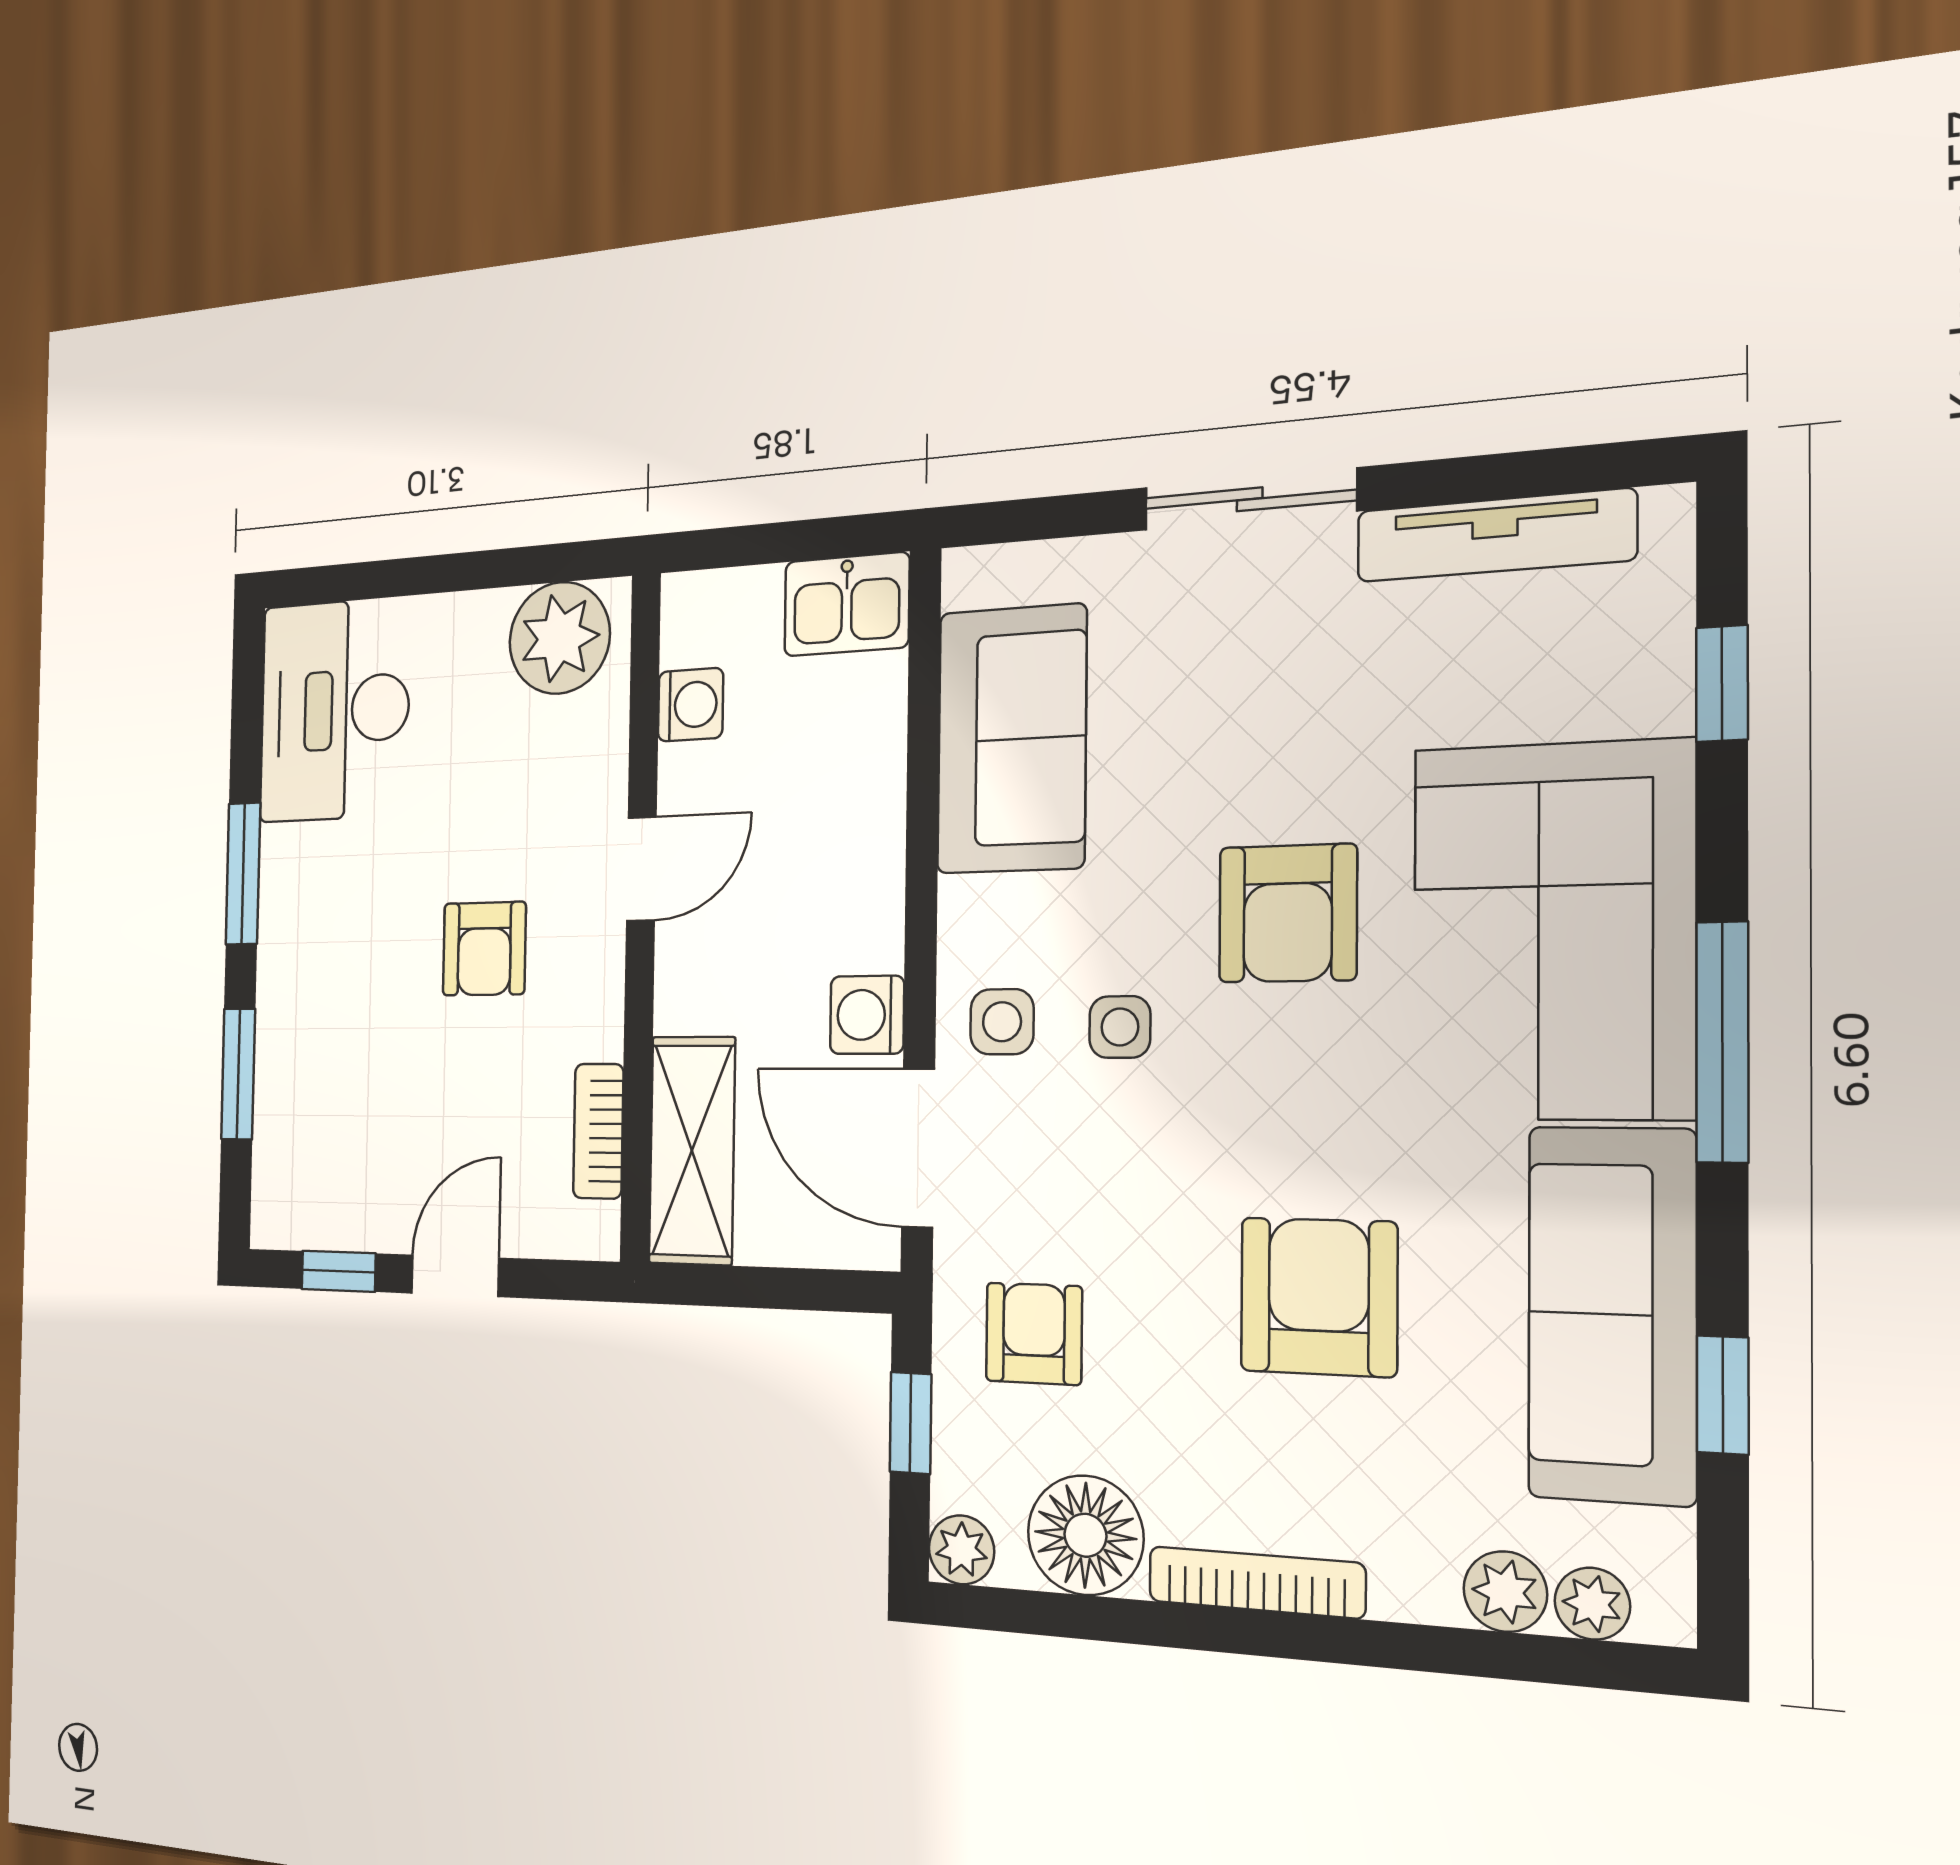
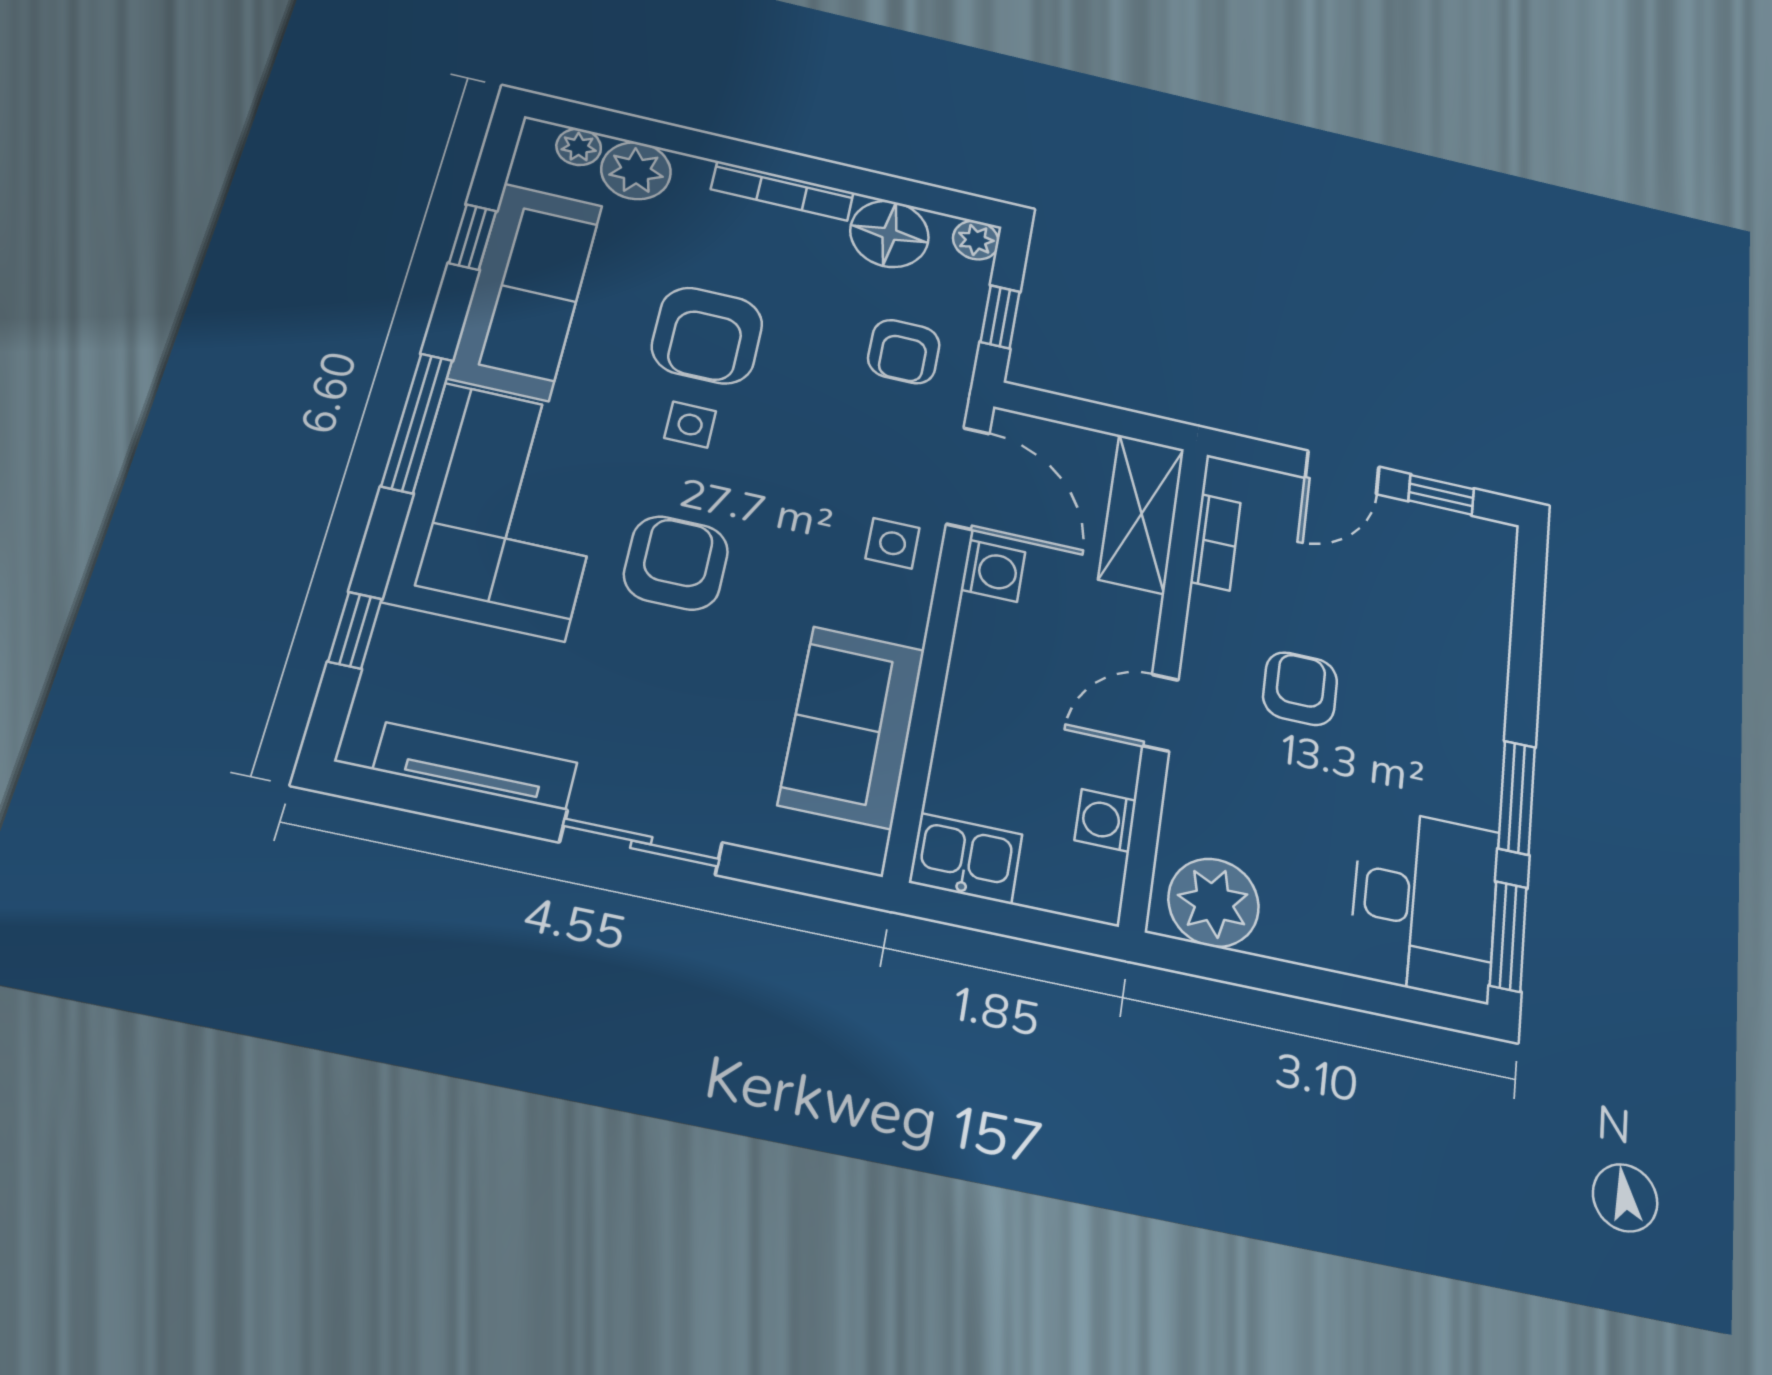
side table: (1120, 1027) -> (690, 425), moved
window: (238, 1074) -> (1508, 936), moved
plant: (1505, 1592) -> (636, 171), width x1.38, depth x1.38

